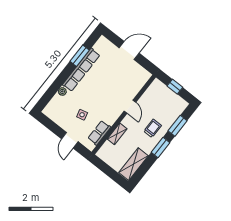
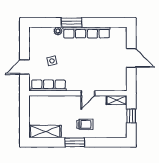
window: (80, 56) -> (72, 22), moved
window: (178, 126) -> (102, 142), removed
row of seats: (99, 133) -> (48, 85), width x1.48
shelving: (117, 134) -> (117, 100), moved

